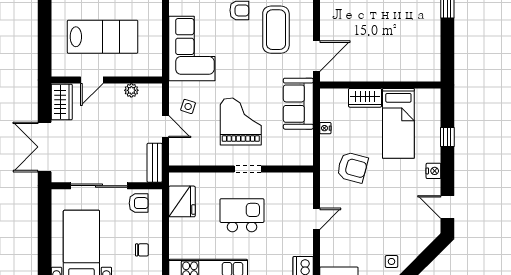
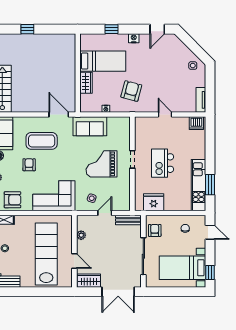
lab bench: (103, 37) -> (46, 254), width x1.36

